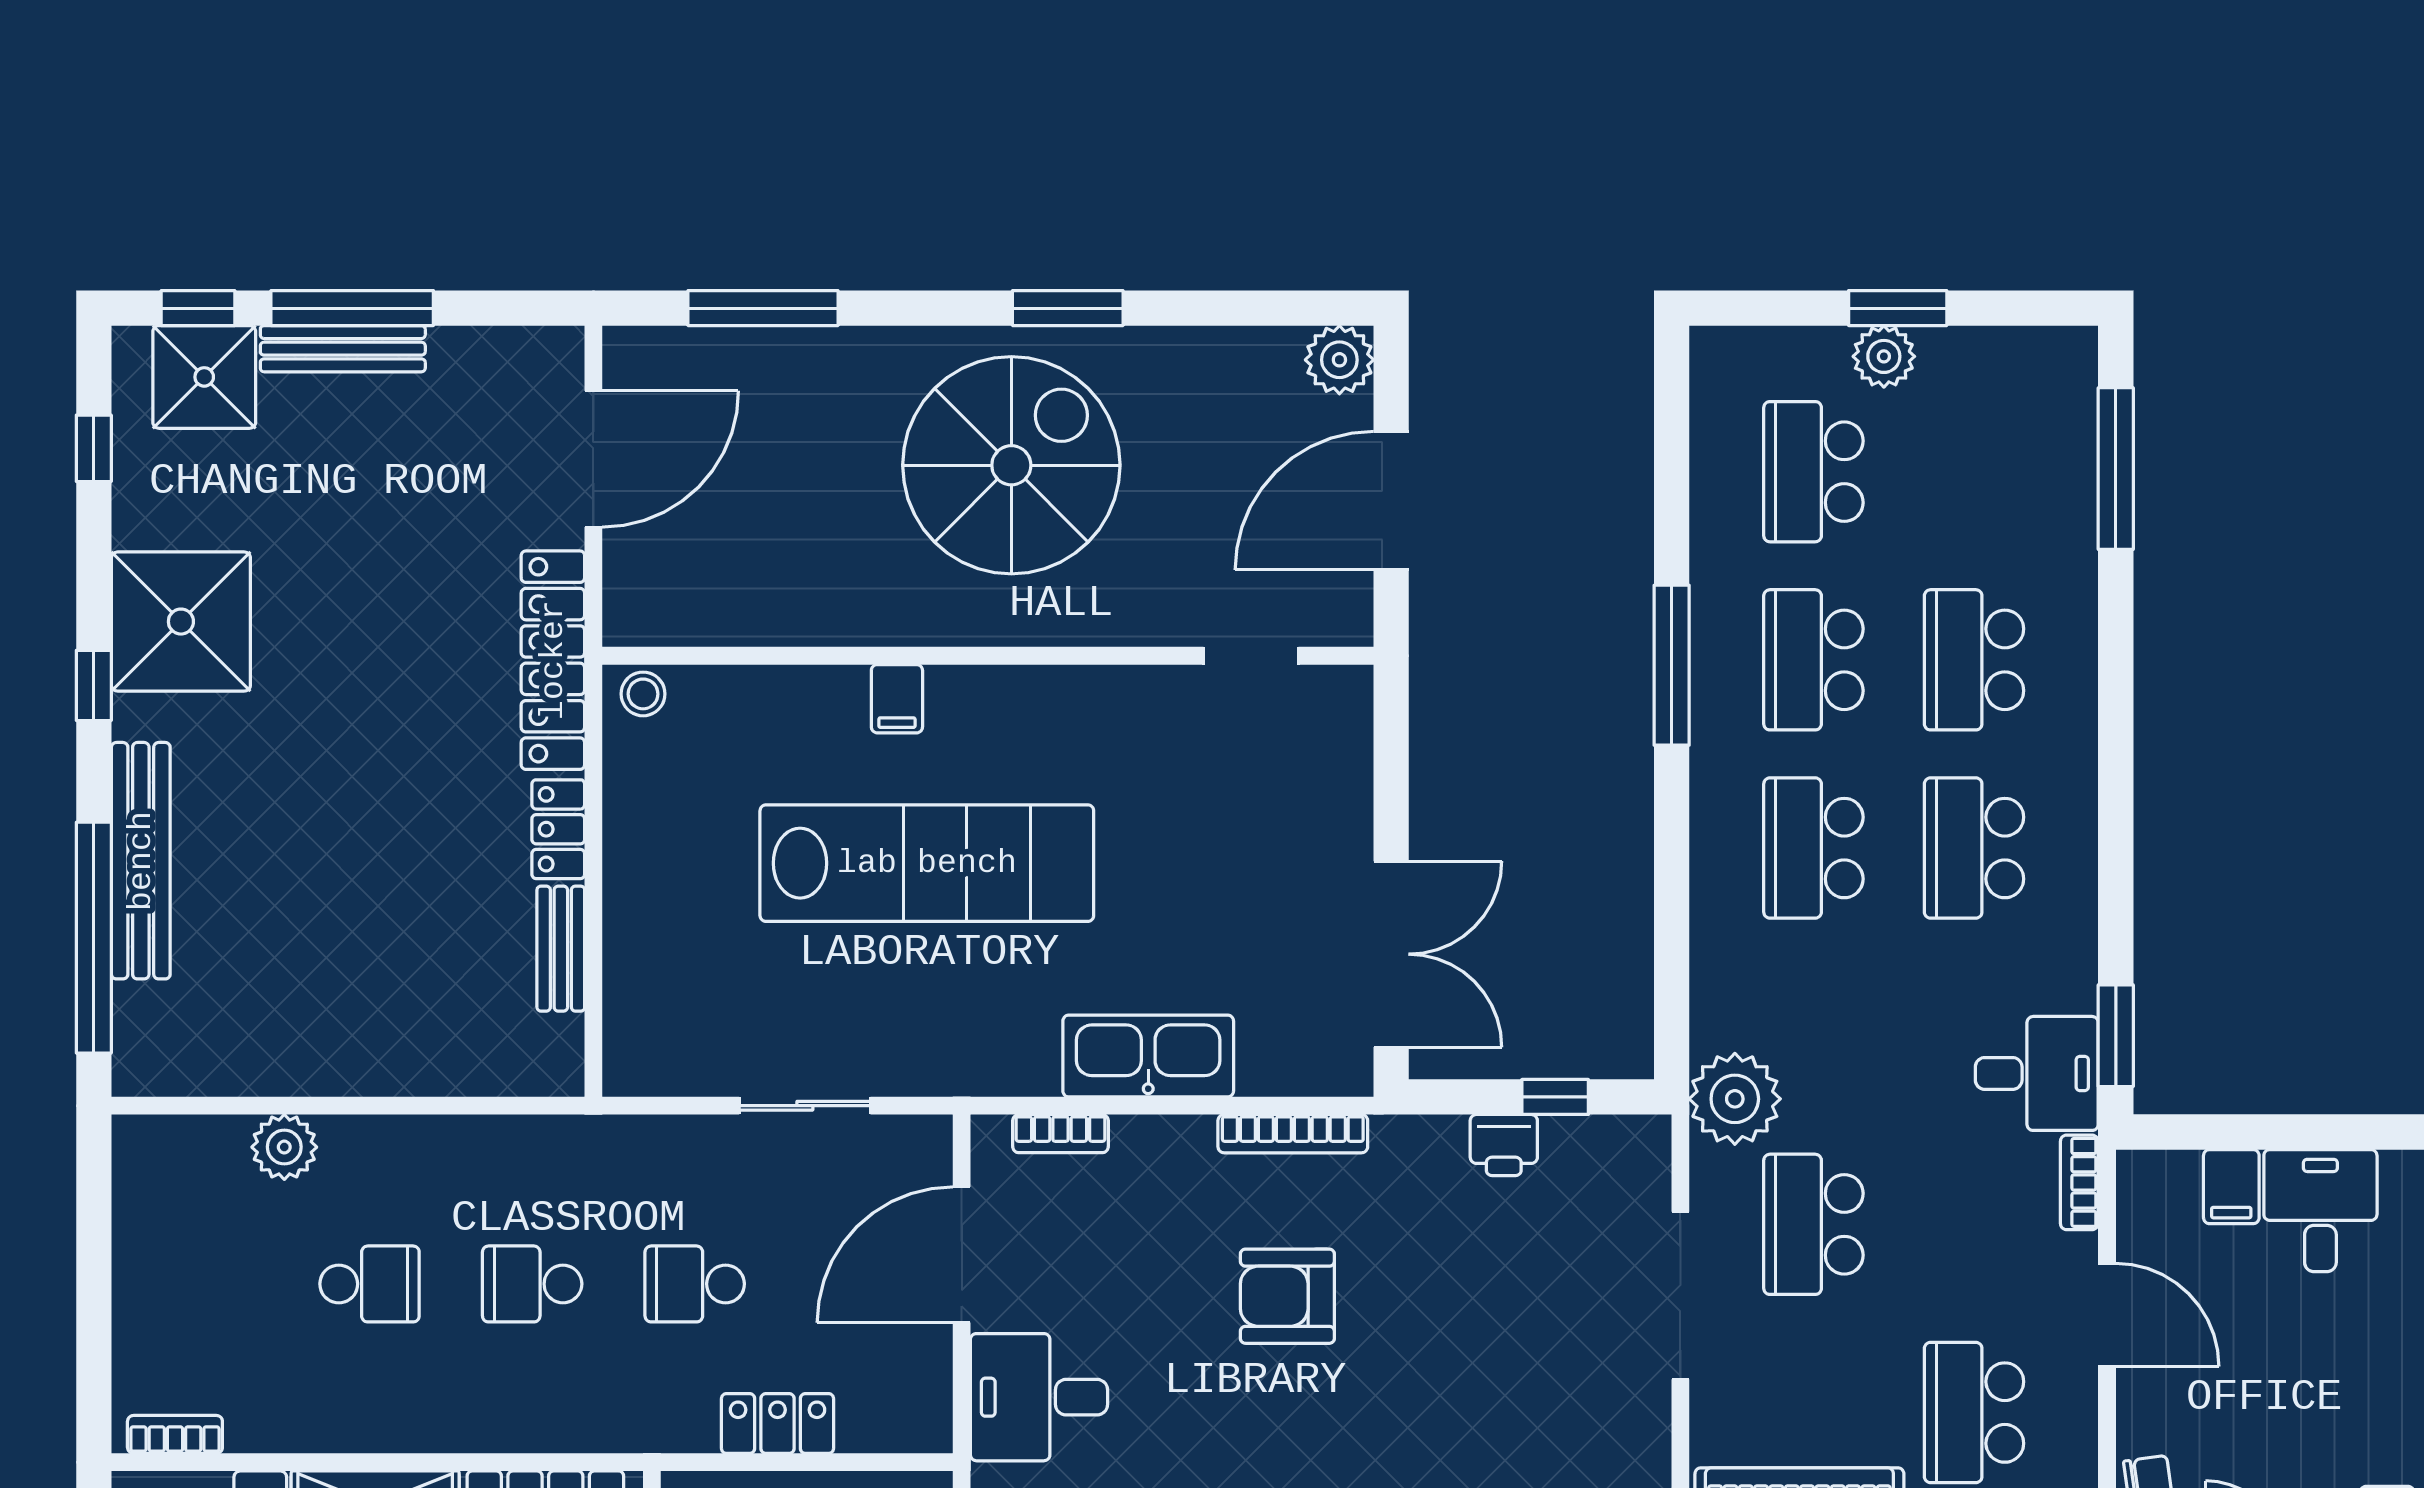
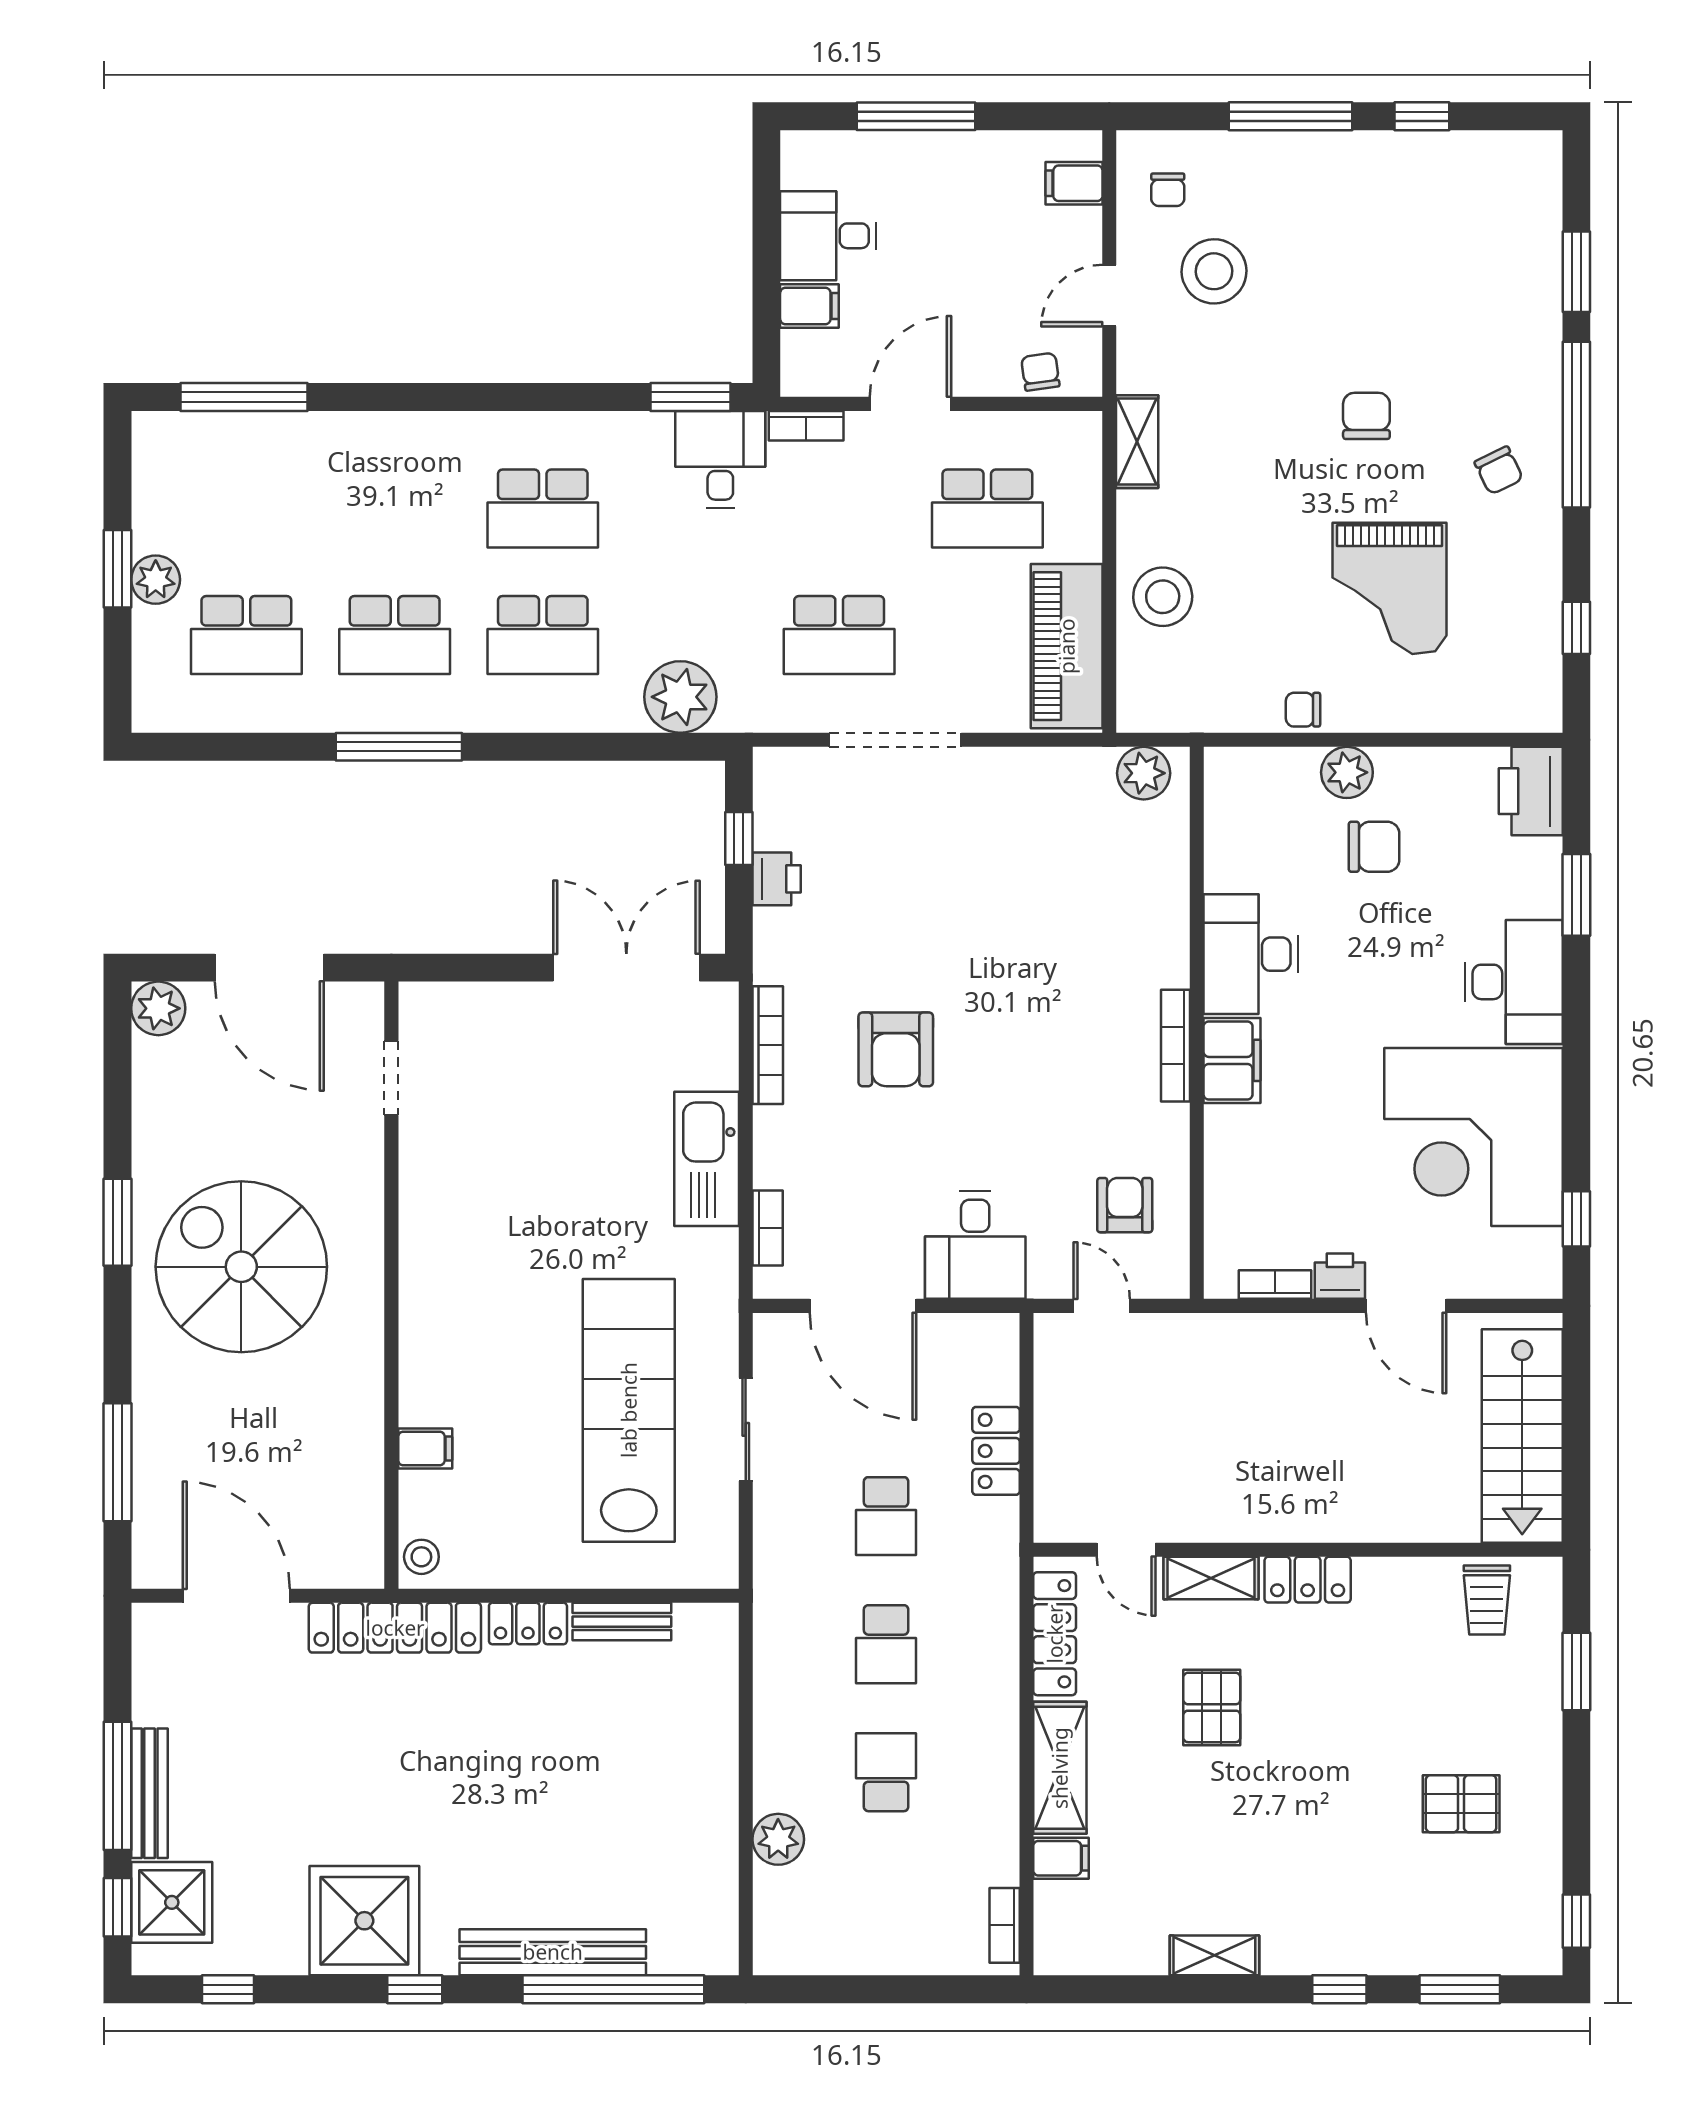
school desk: (1974, 660) -> (395, 509), removed
filing cabinet: (897, 699) -> (425, 1448), moved
lab bench: (927, 863) -> (629, 1410), moved
plant: (1735, 1099) -> (680, 697), moved

